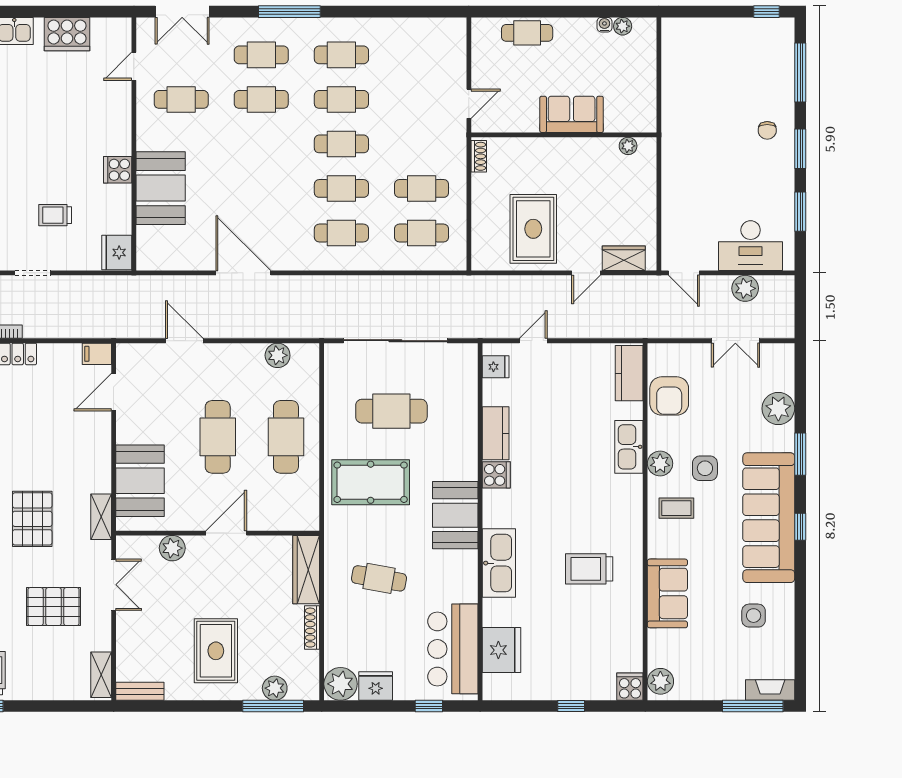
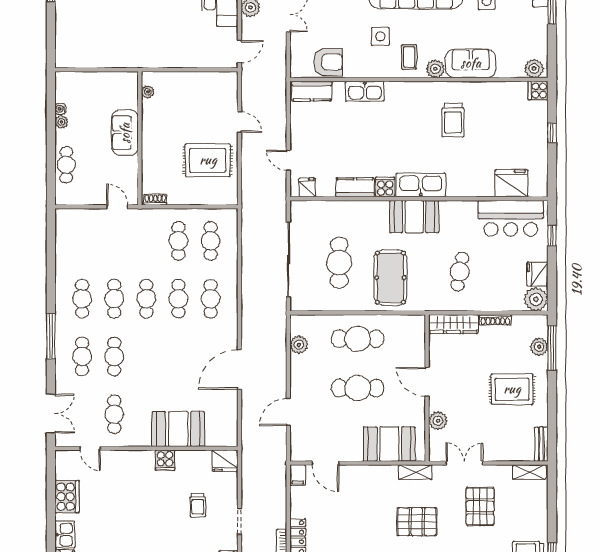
plant: (623, 26) -> (61, 122), moved
wardrobe: (624, 258) -> (229, 95), removed
plant: (660, 463) -> (435, 69), moved
kitchen sink: (499, 563) -> (421, 185), moved

